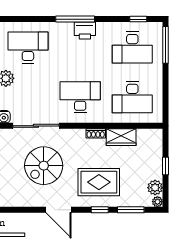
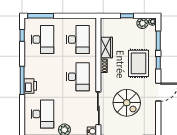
printer: (85, 31) -> (30, 86), moved
desk: (28, 48) -> (42, 114), turned 180
desk: (80, 97) -> (78, 77), turned 180

